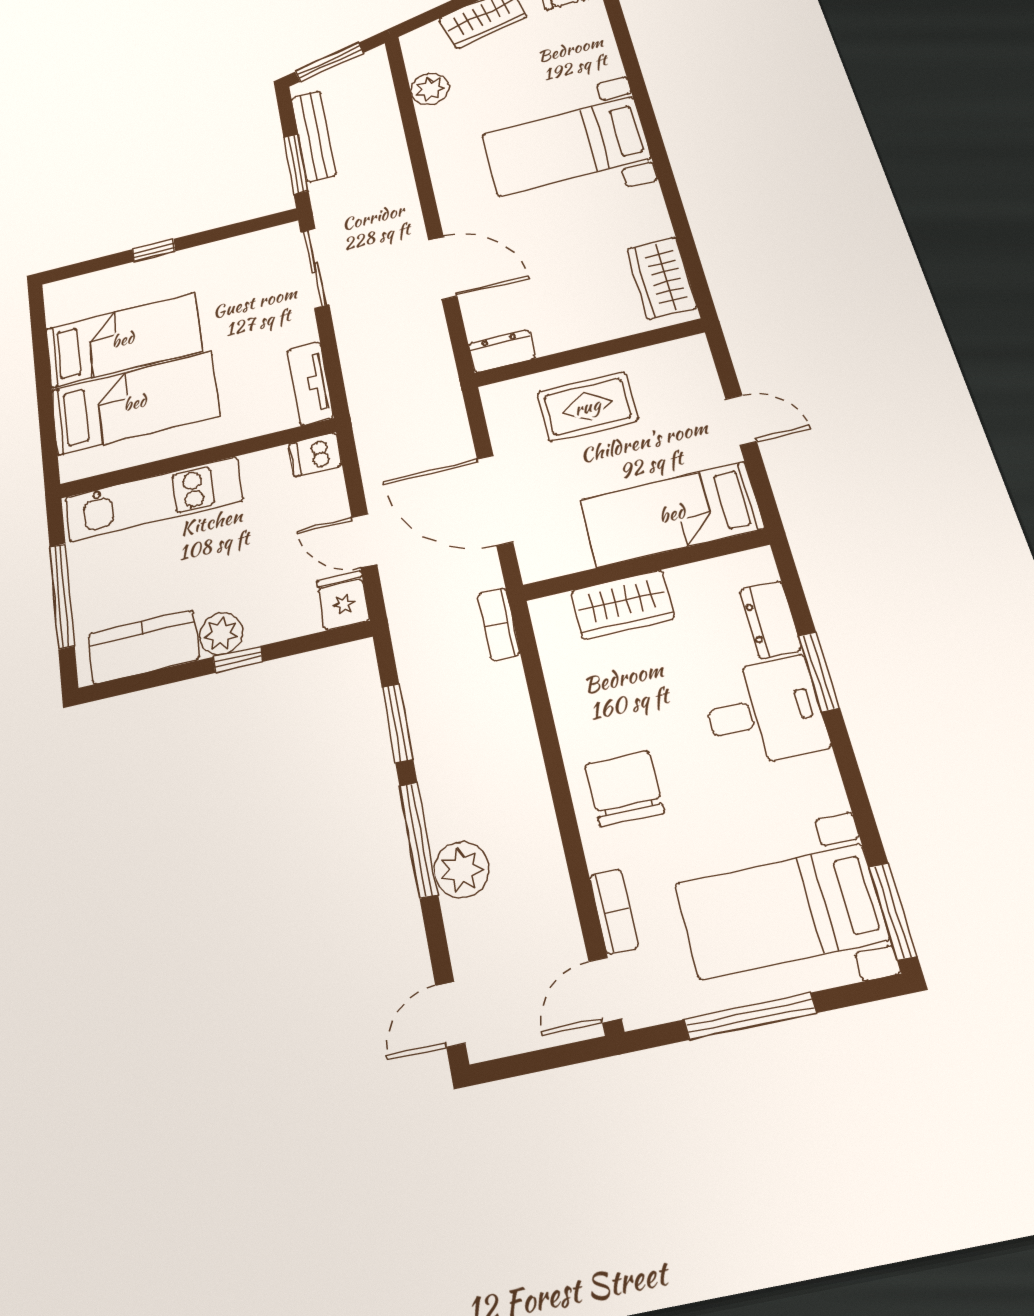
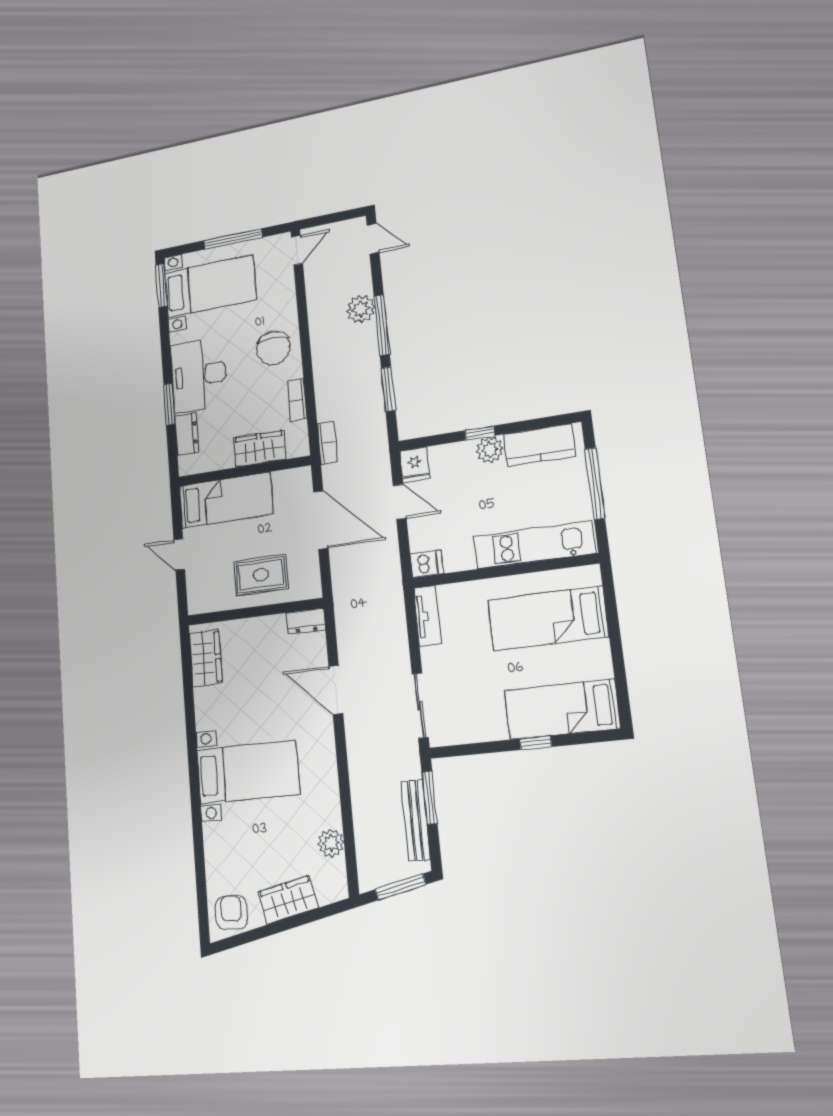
bed: (123, 340) -> (562, 709), moved
desk: (764, 712) -> (199, 375), width x1.37
bookcase: (614, 911) -> (297, 400), moved
door: (450, 1014) -> (373, 239), hinge flipped

